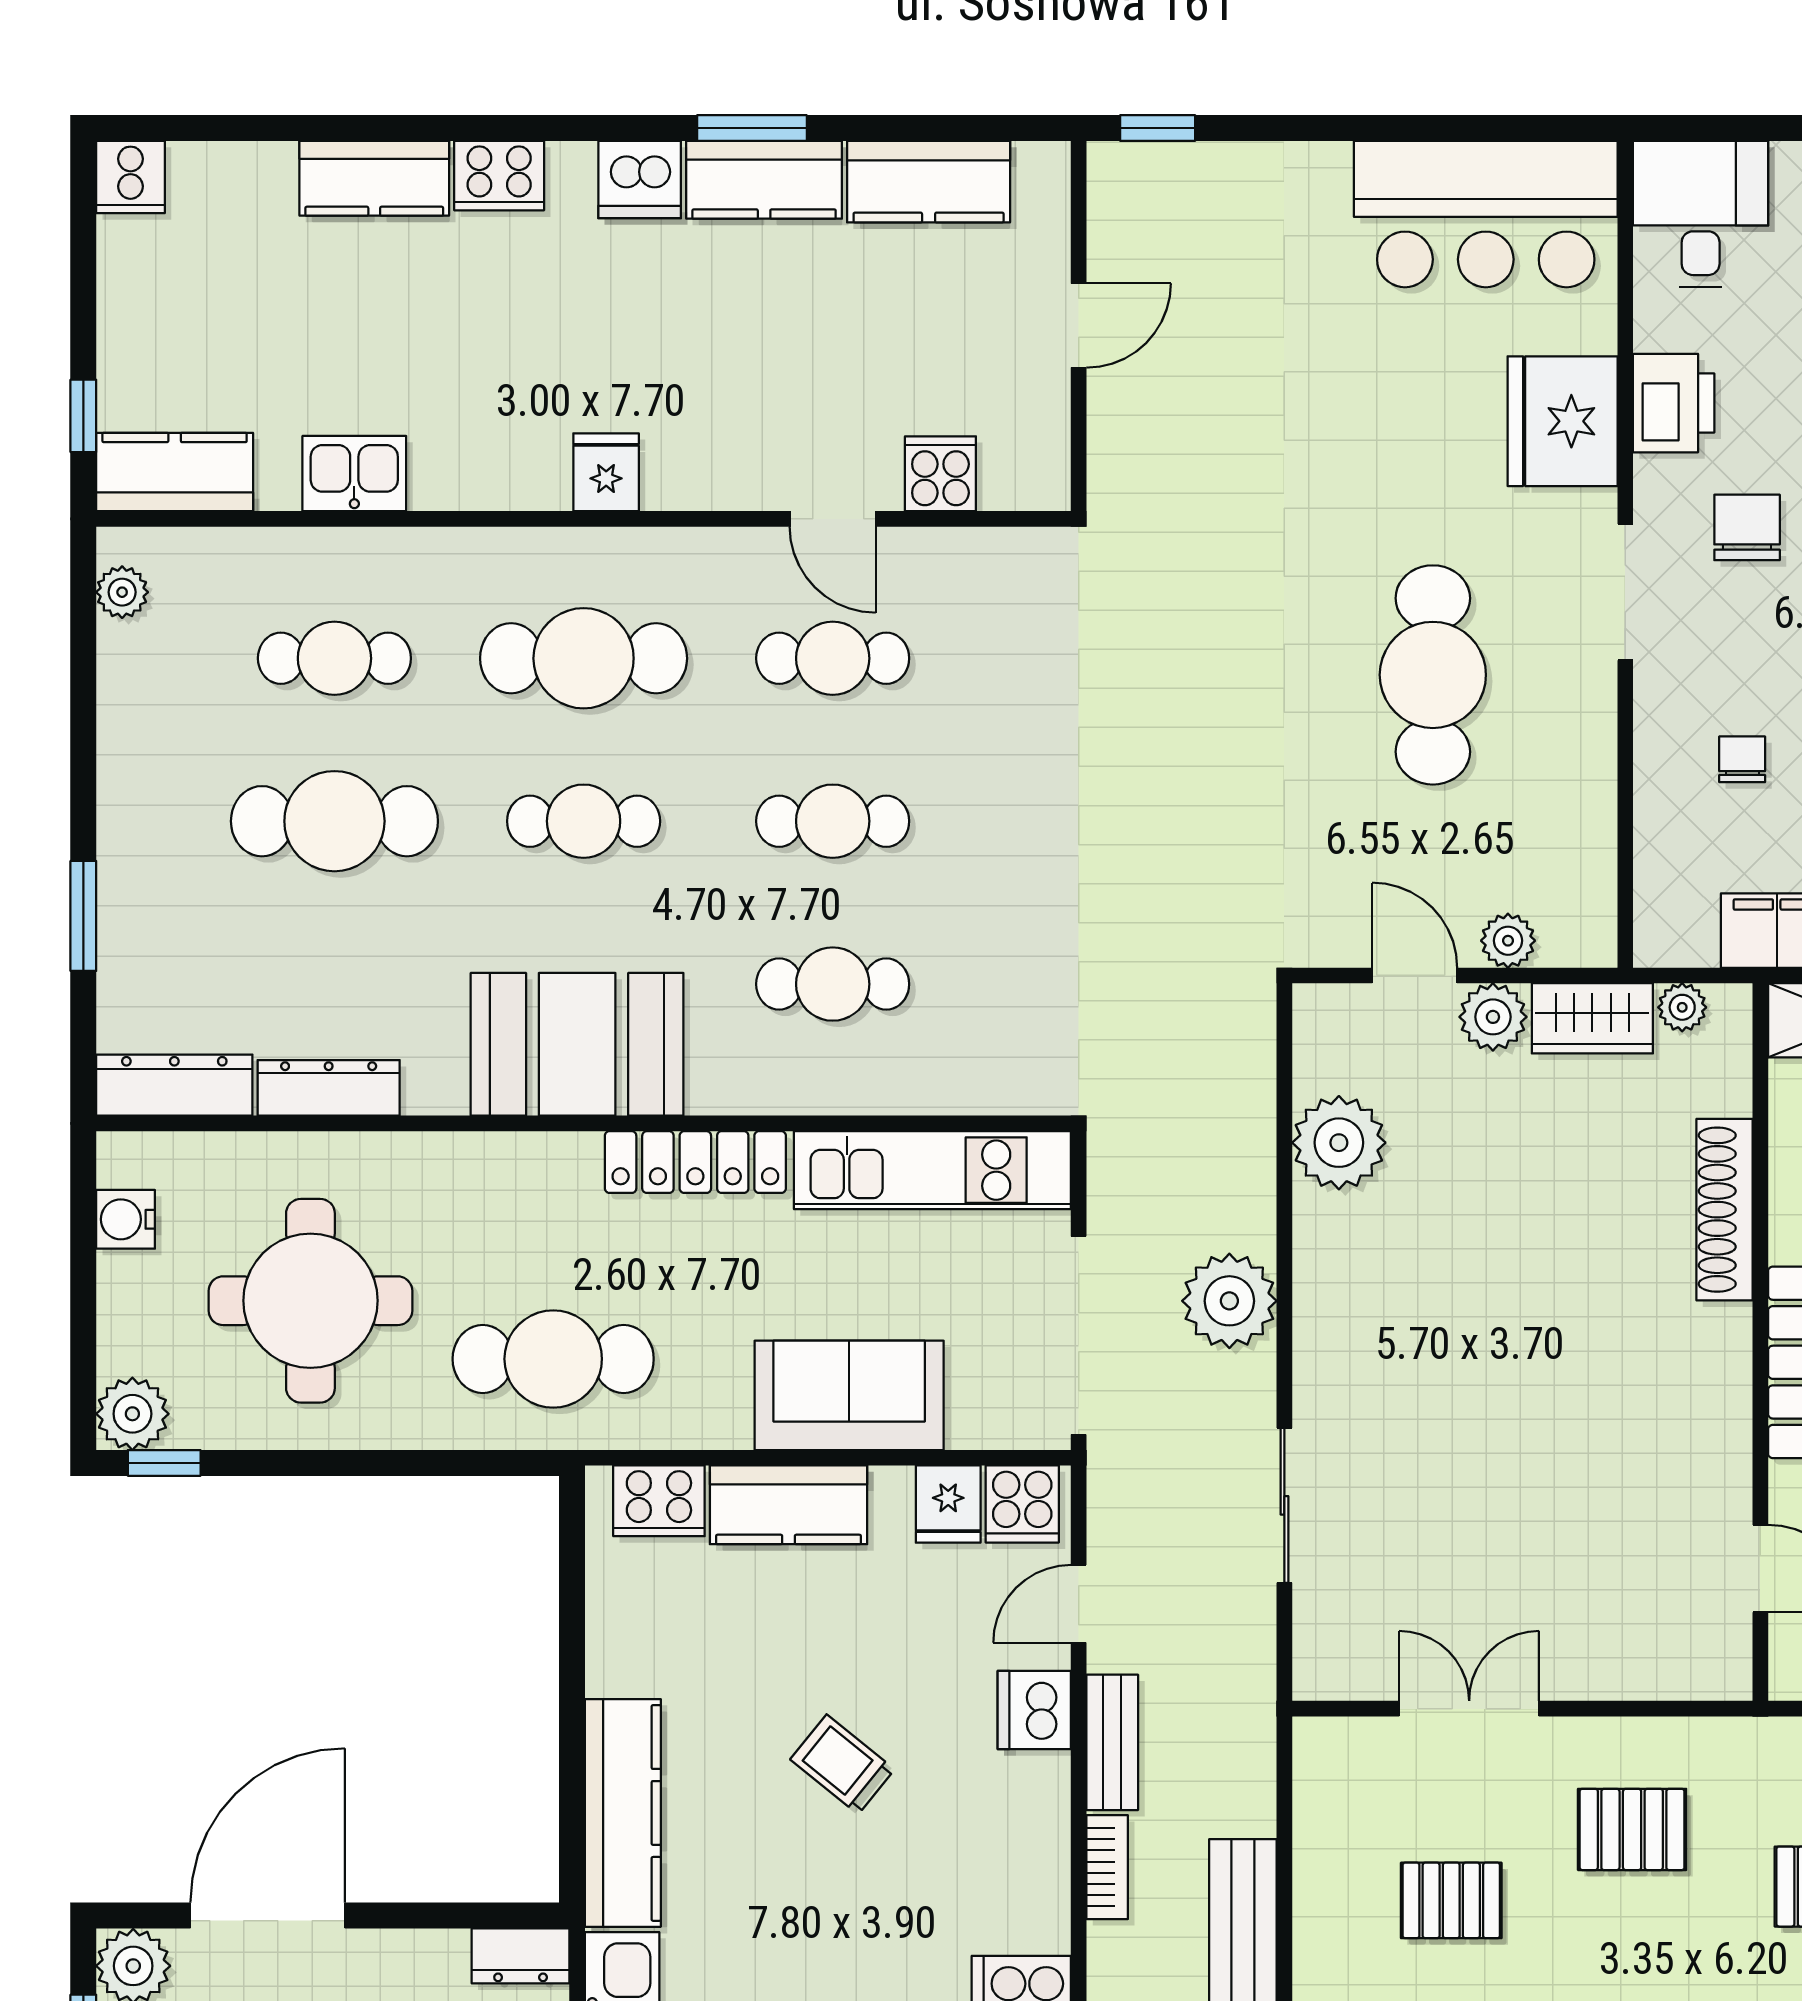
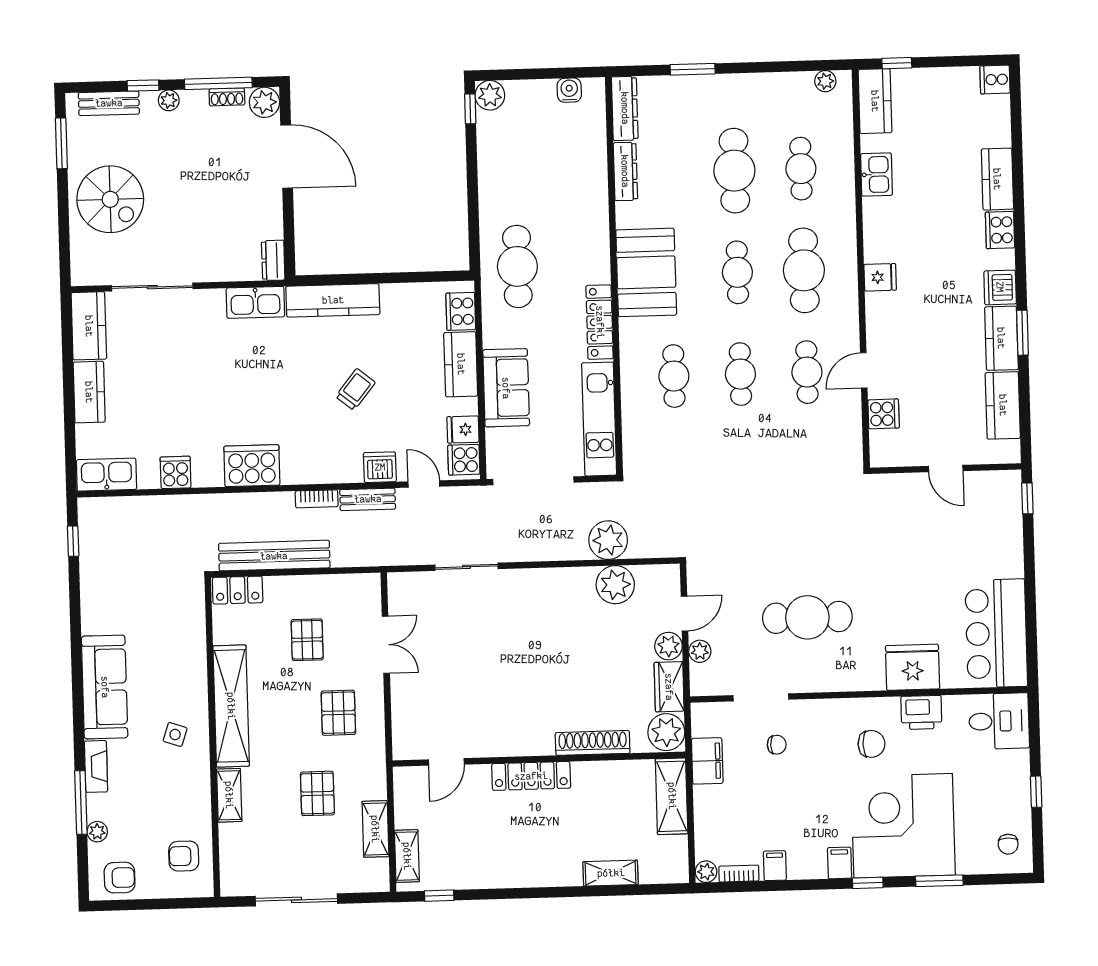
doorway: (1625, 592) -> (761, 697), moved
plant: (1682, 1007) -> (666, 732), width x1.88, depth x1.88
round table: (310, 1301) -> (538, 167), removed
plant: (1229, 1301) -> (608, 540), moved

